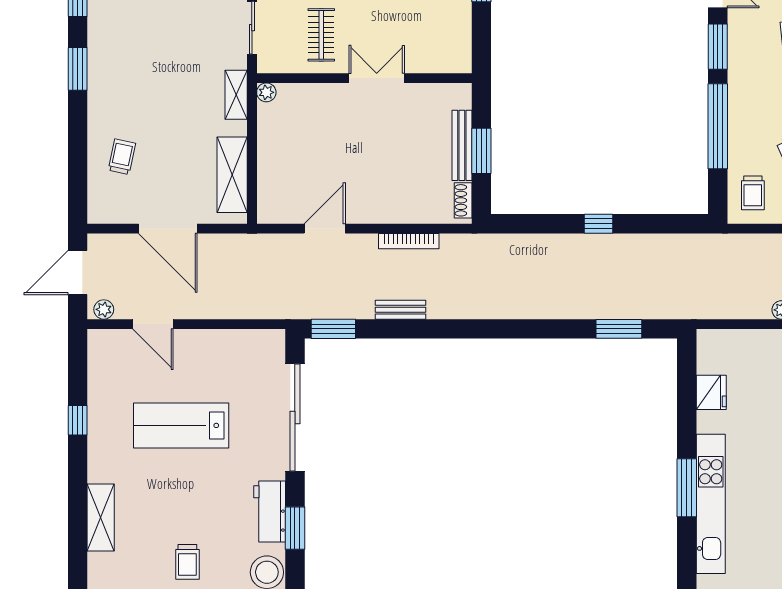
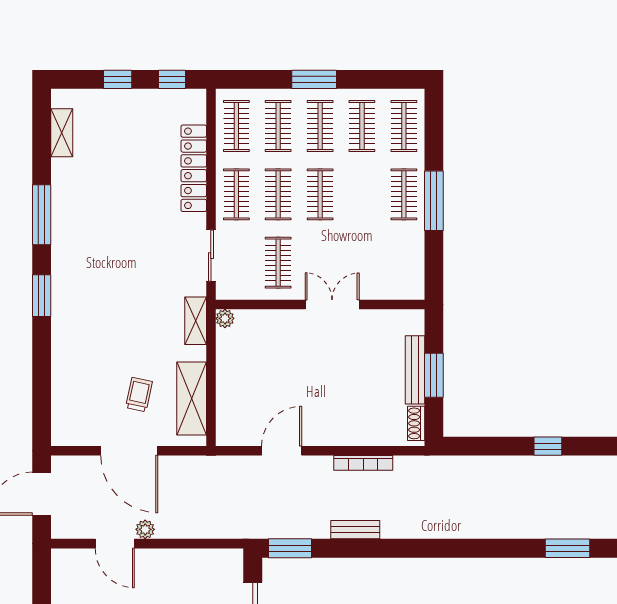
trolley: (122, 157) -> (139, 395), moved
plant: (104, 309) -> (145, 529), moved

